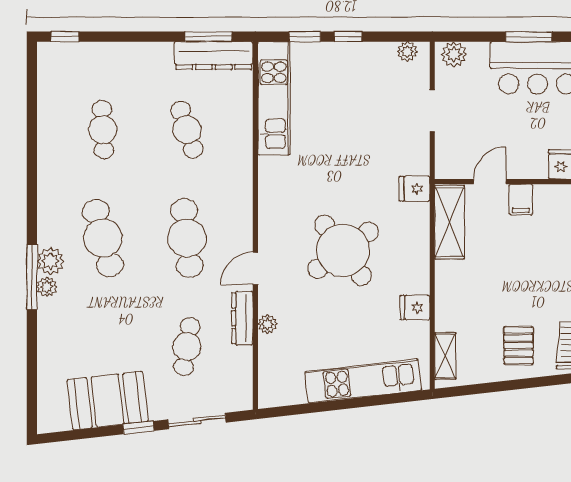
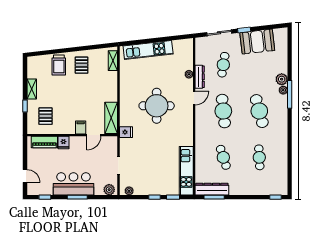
round table: (343, 250) -> (157, 106), turned 36
plant: (51, 261) -> (282, 79), moved
fridge: (415, 308) -> (126, 81), removed

